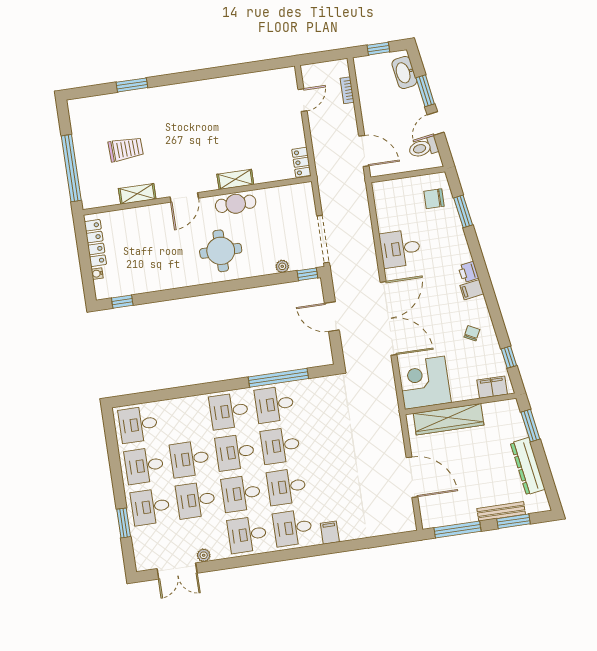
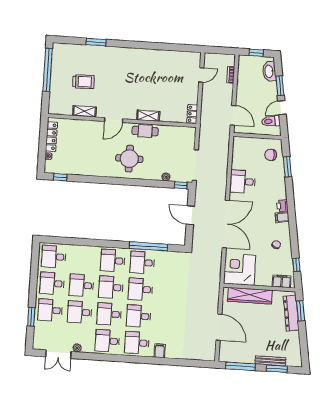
window: (71, 168) -> (48, 70), moved
dresser: (528, 466) -> (291, 313), moved

